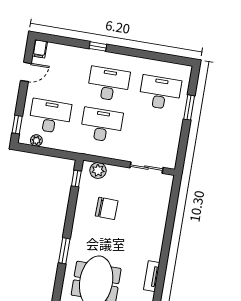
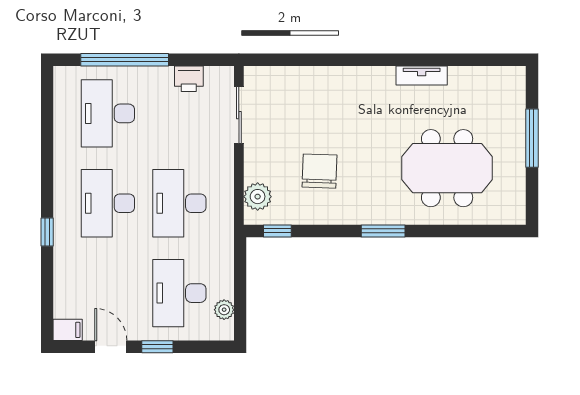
window: (189, 107) -> (125, 60), width x2.11
window: (17, 125) -> (157, 347), moved
printer: (172, 142) -> (189, 79), added
window: (64, 251) -> (383, 231), moved

